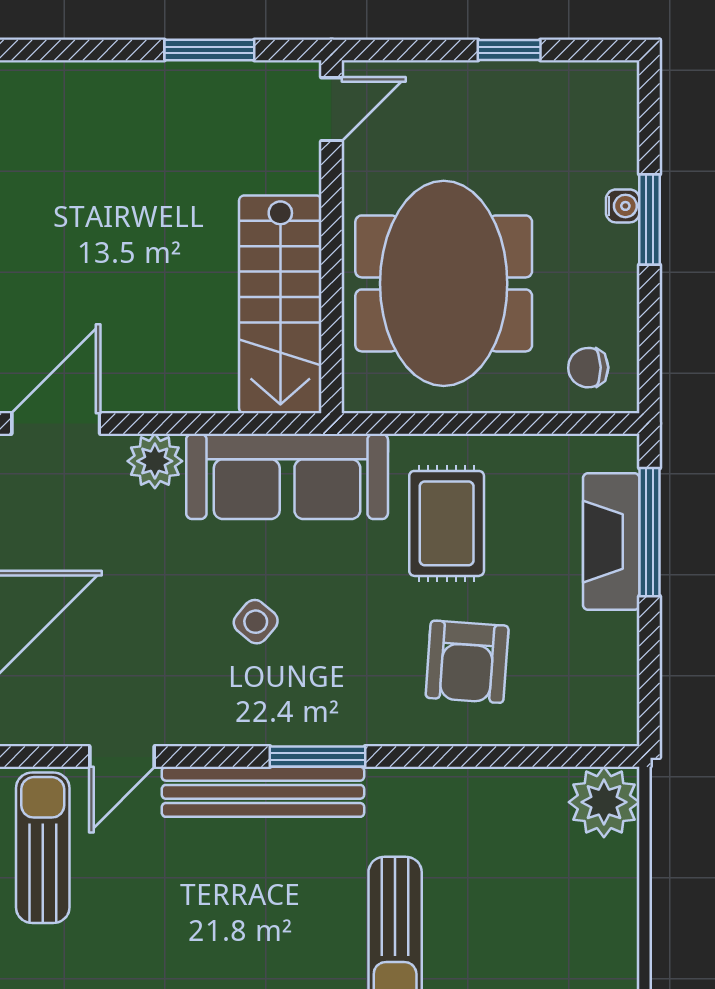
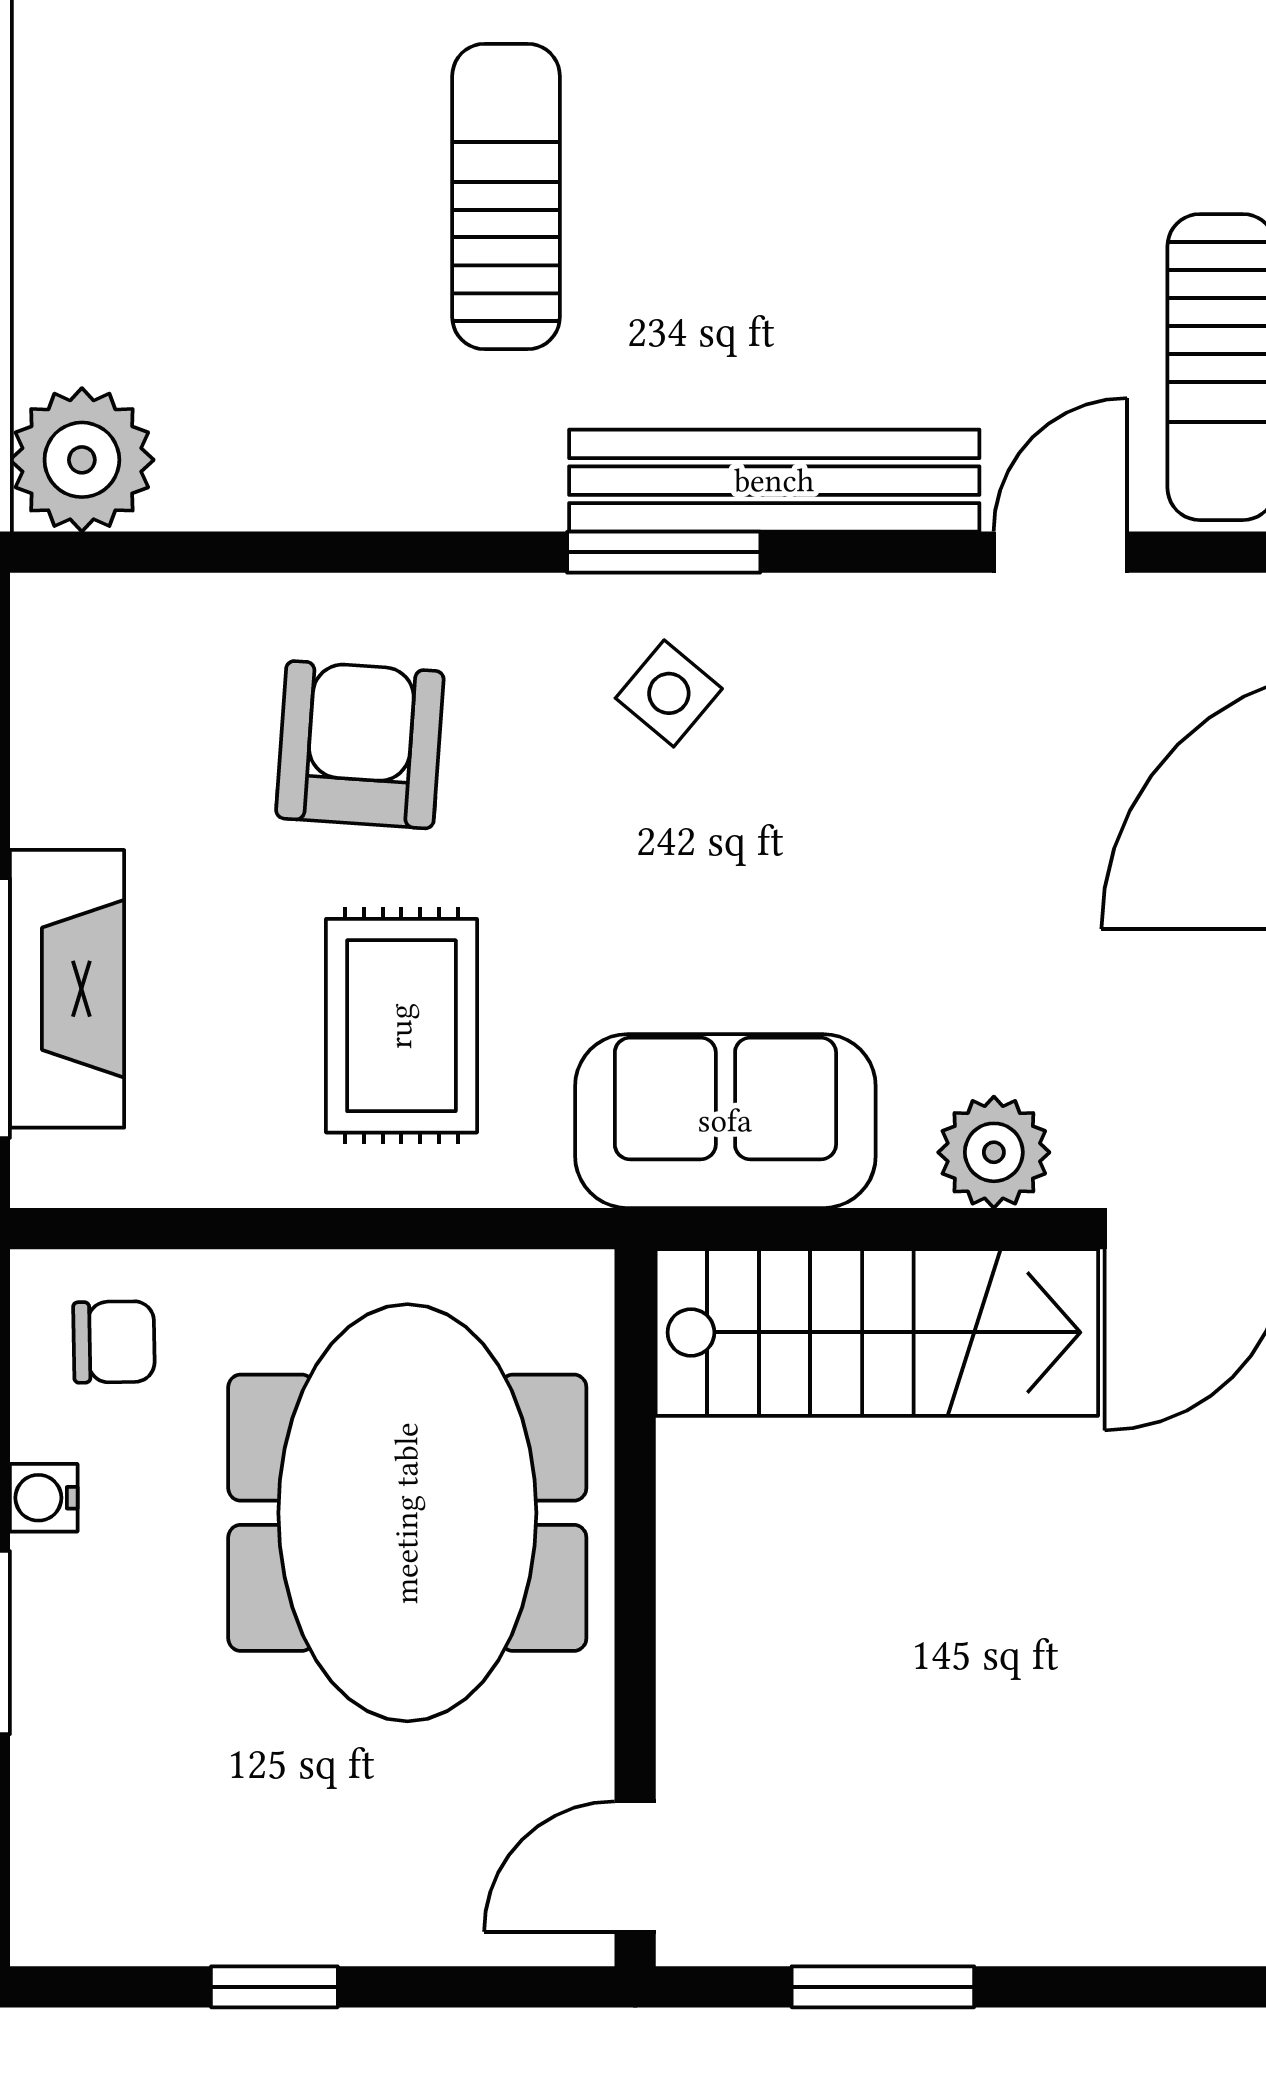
water cooler: (623, 206) -> (44, 1498), moved
stairs: (280, 304) -> (877, 1332), moved, turned 90
sofa: (287, 476) -> (725, 1121), width x0.73
side table: (256, 622) -> (669, 693), moved

